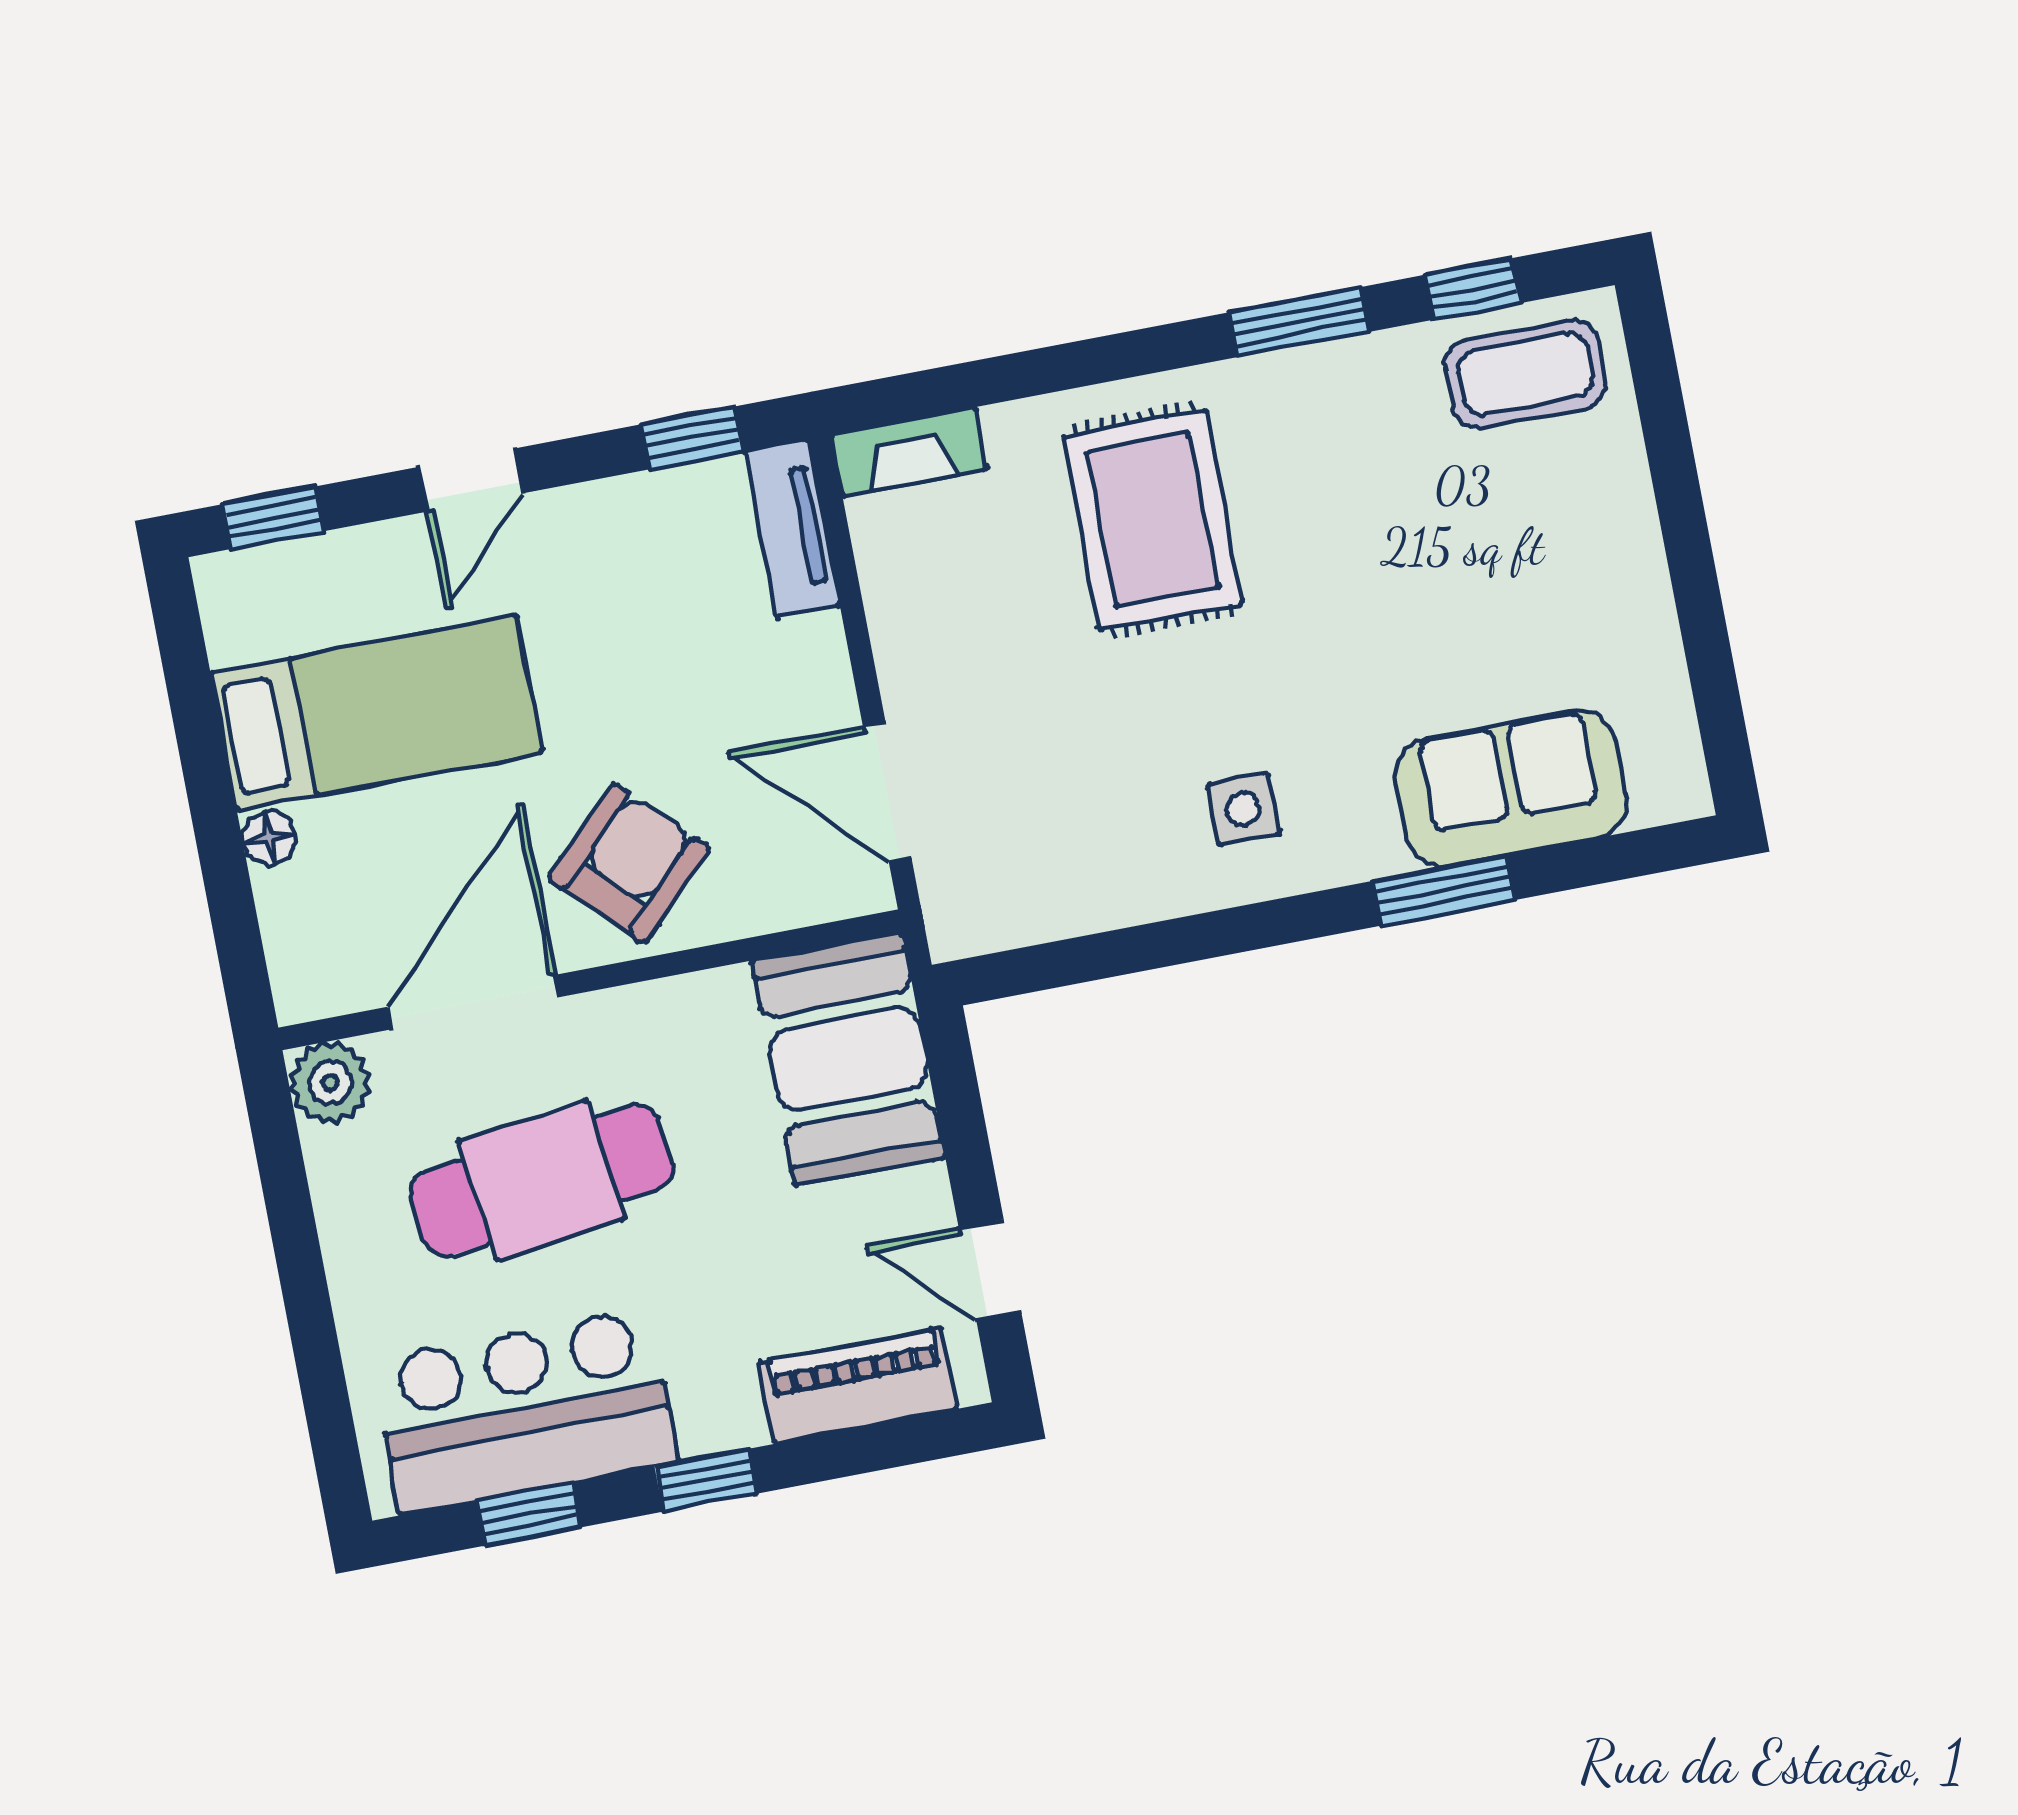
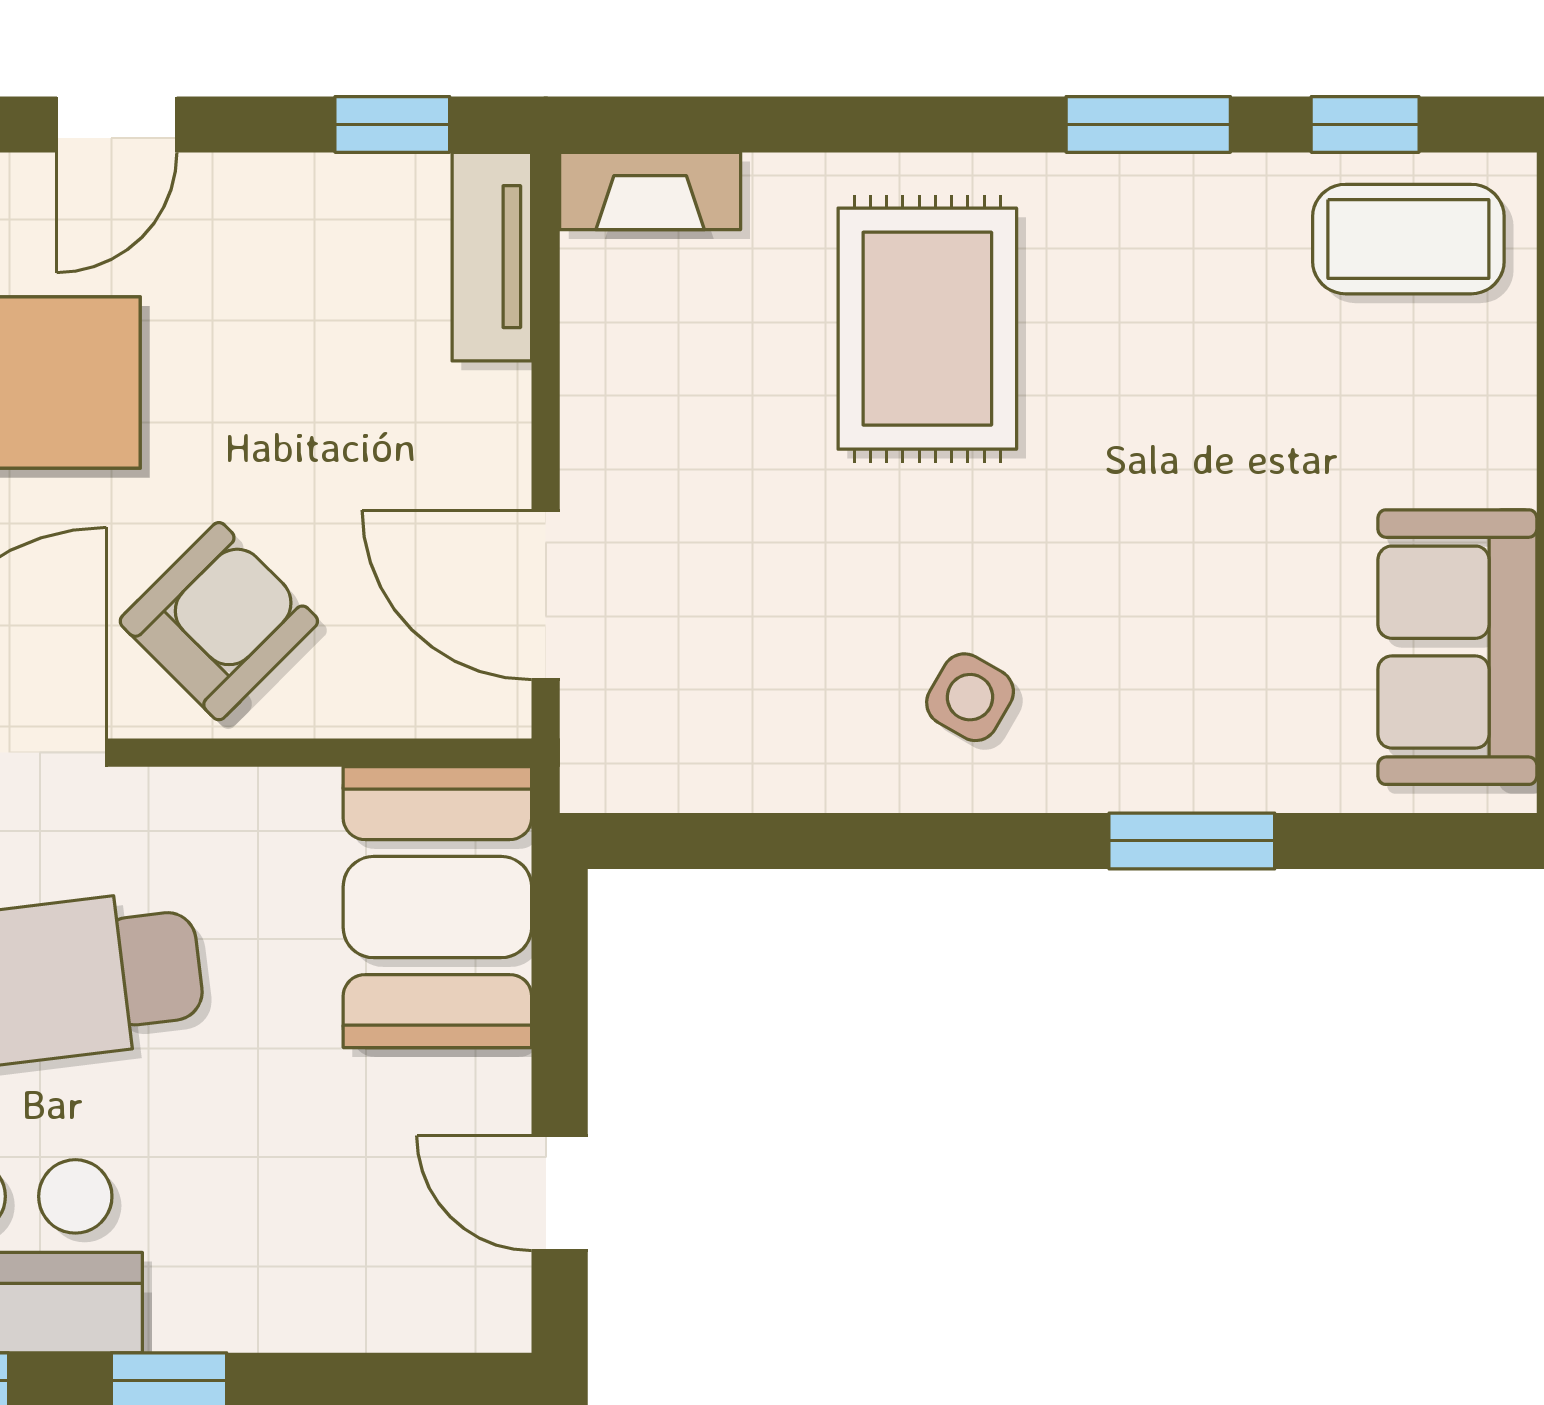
sofa: (1511, 788) -> (1457, 647), moved, turned -90
side table: (1243, 809) -> (970, 697), turned 30
piano: (858, 1386) -> (374, 1302), removed

